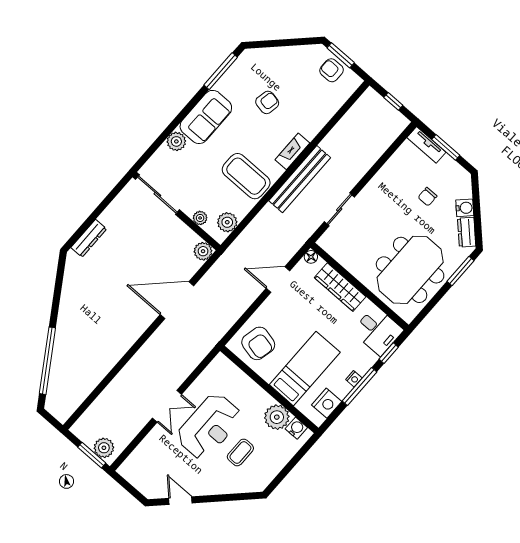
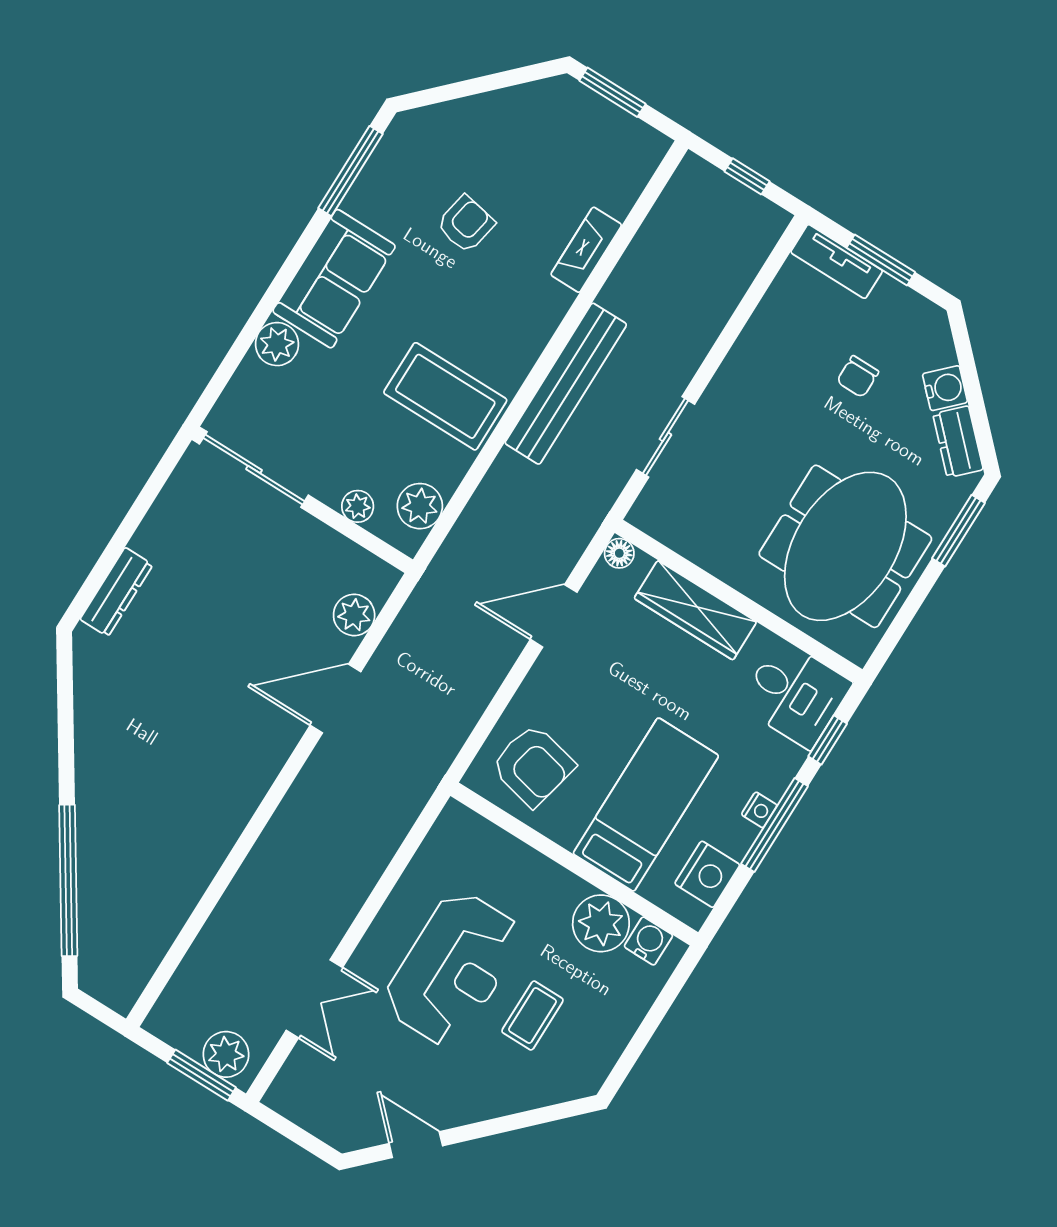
armchair: (332, 70) -> (598, 129), removed
fireplace: (292, 151) -> (586, 250), moved
plant: (203, 251) -> (354, 615), moved
door: (177, 300) -> (335, 698), width x0.73
double door: (167, 406) -> (314, 999), moved

